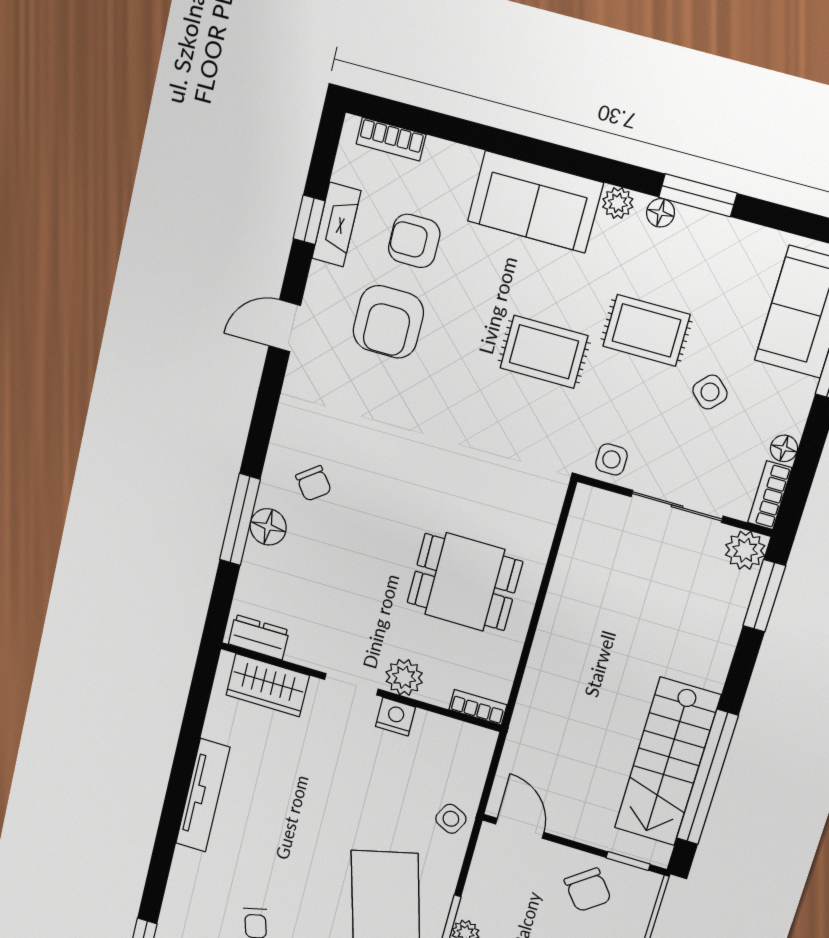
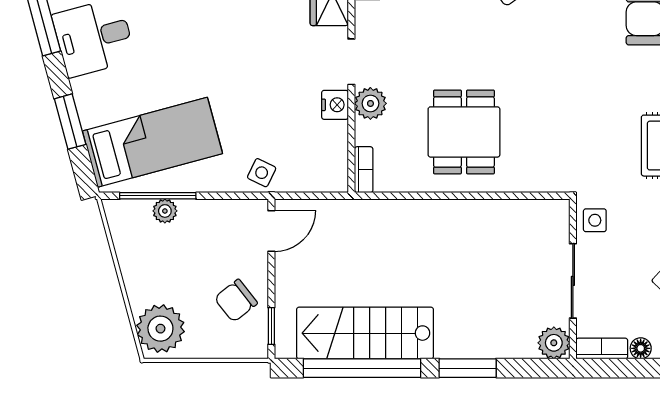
window: (764, 596) -> (468, 368), moved

